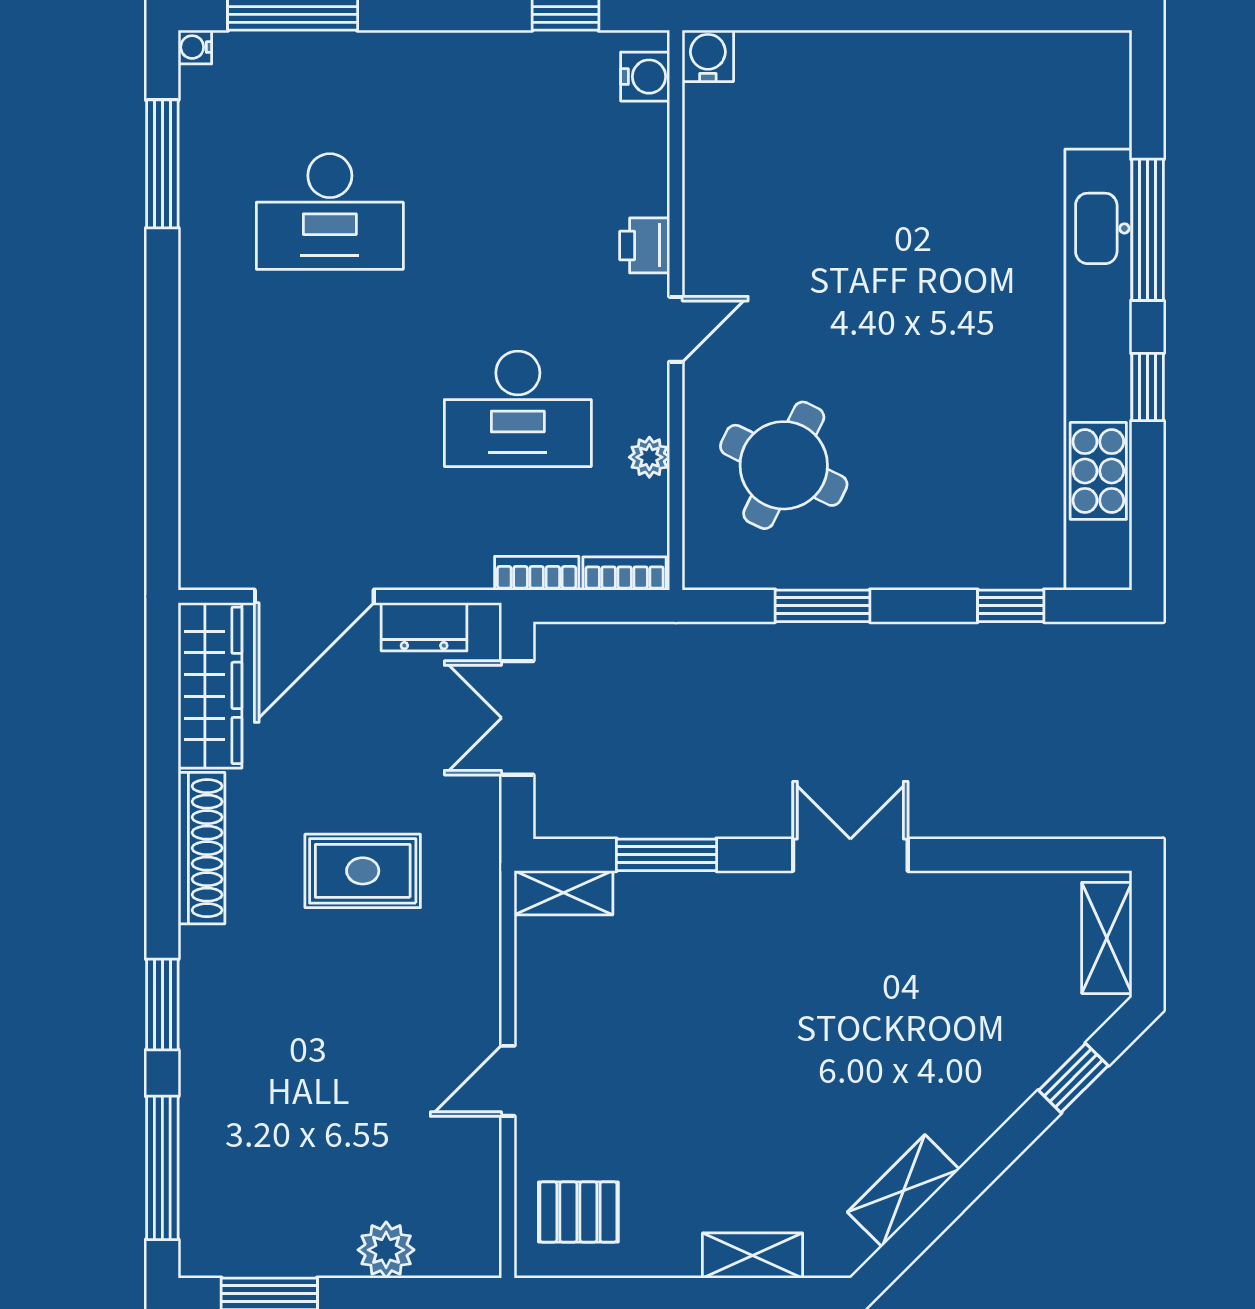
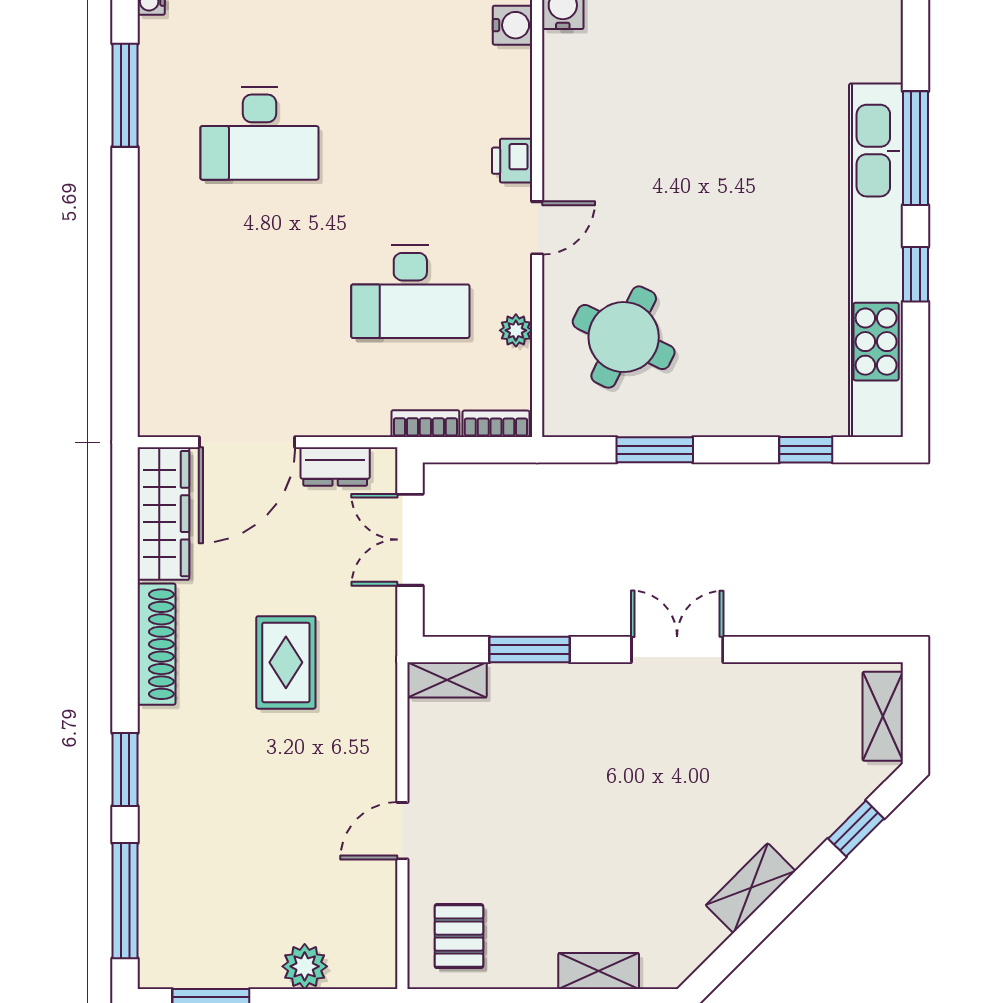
rug: (363, 871) -> (286, 662), turned 90
shelving: (903, 1191) -> (751, 888), moved
pallet: (578, 1212) -> (459, 936), turned 90

